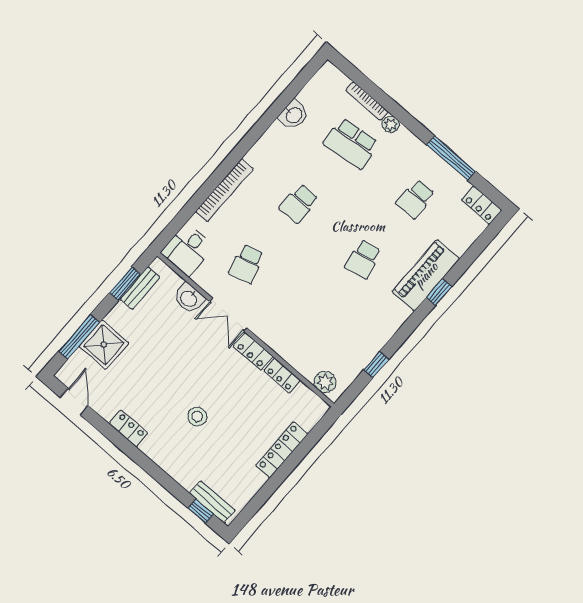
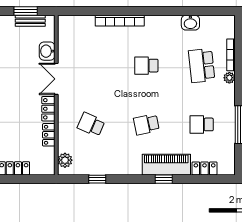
locker: (482, 205) -> (205, 168), moved, turned 90
desk: (188, 250) -> (72, 28), removed
school desk: (247, 264) -> (91, 124), moved, turned 39

